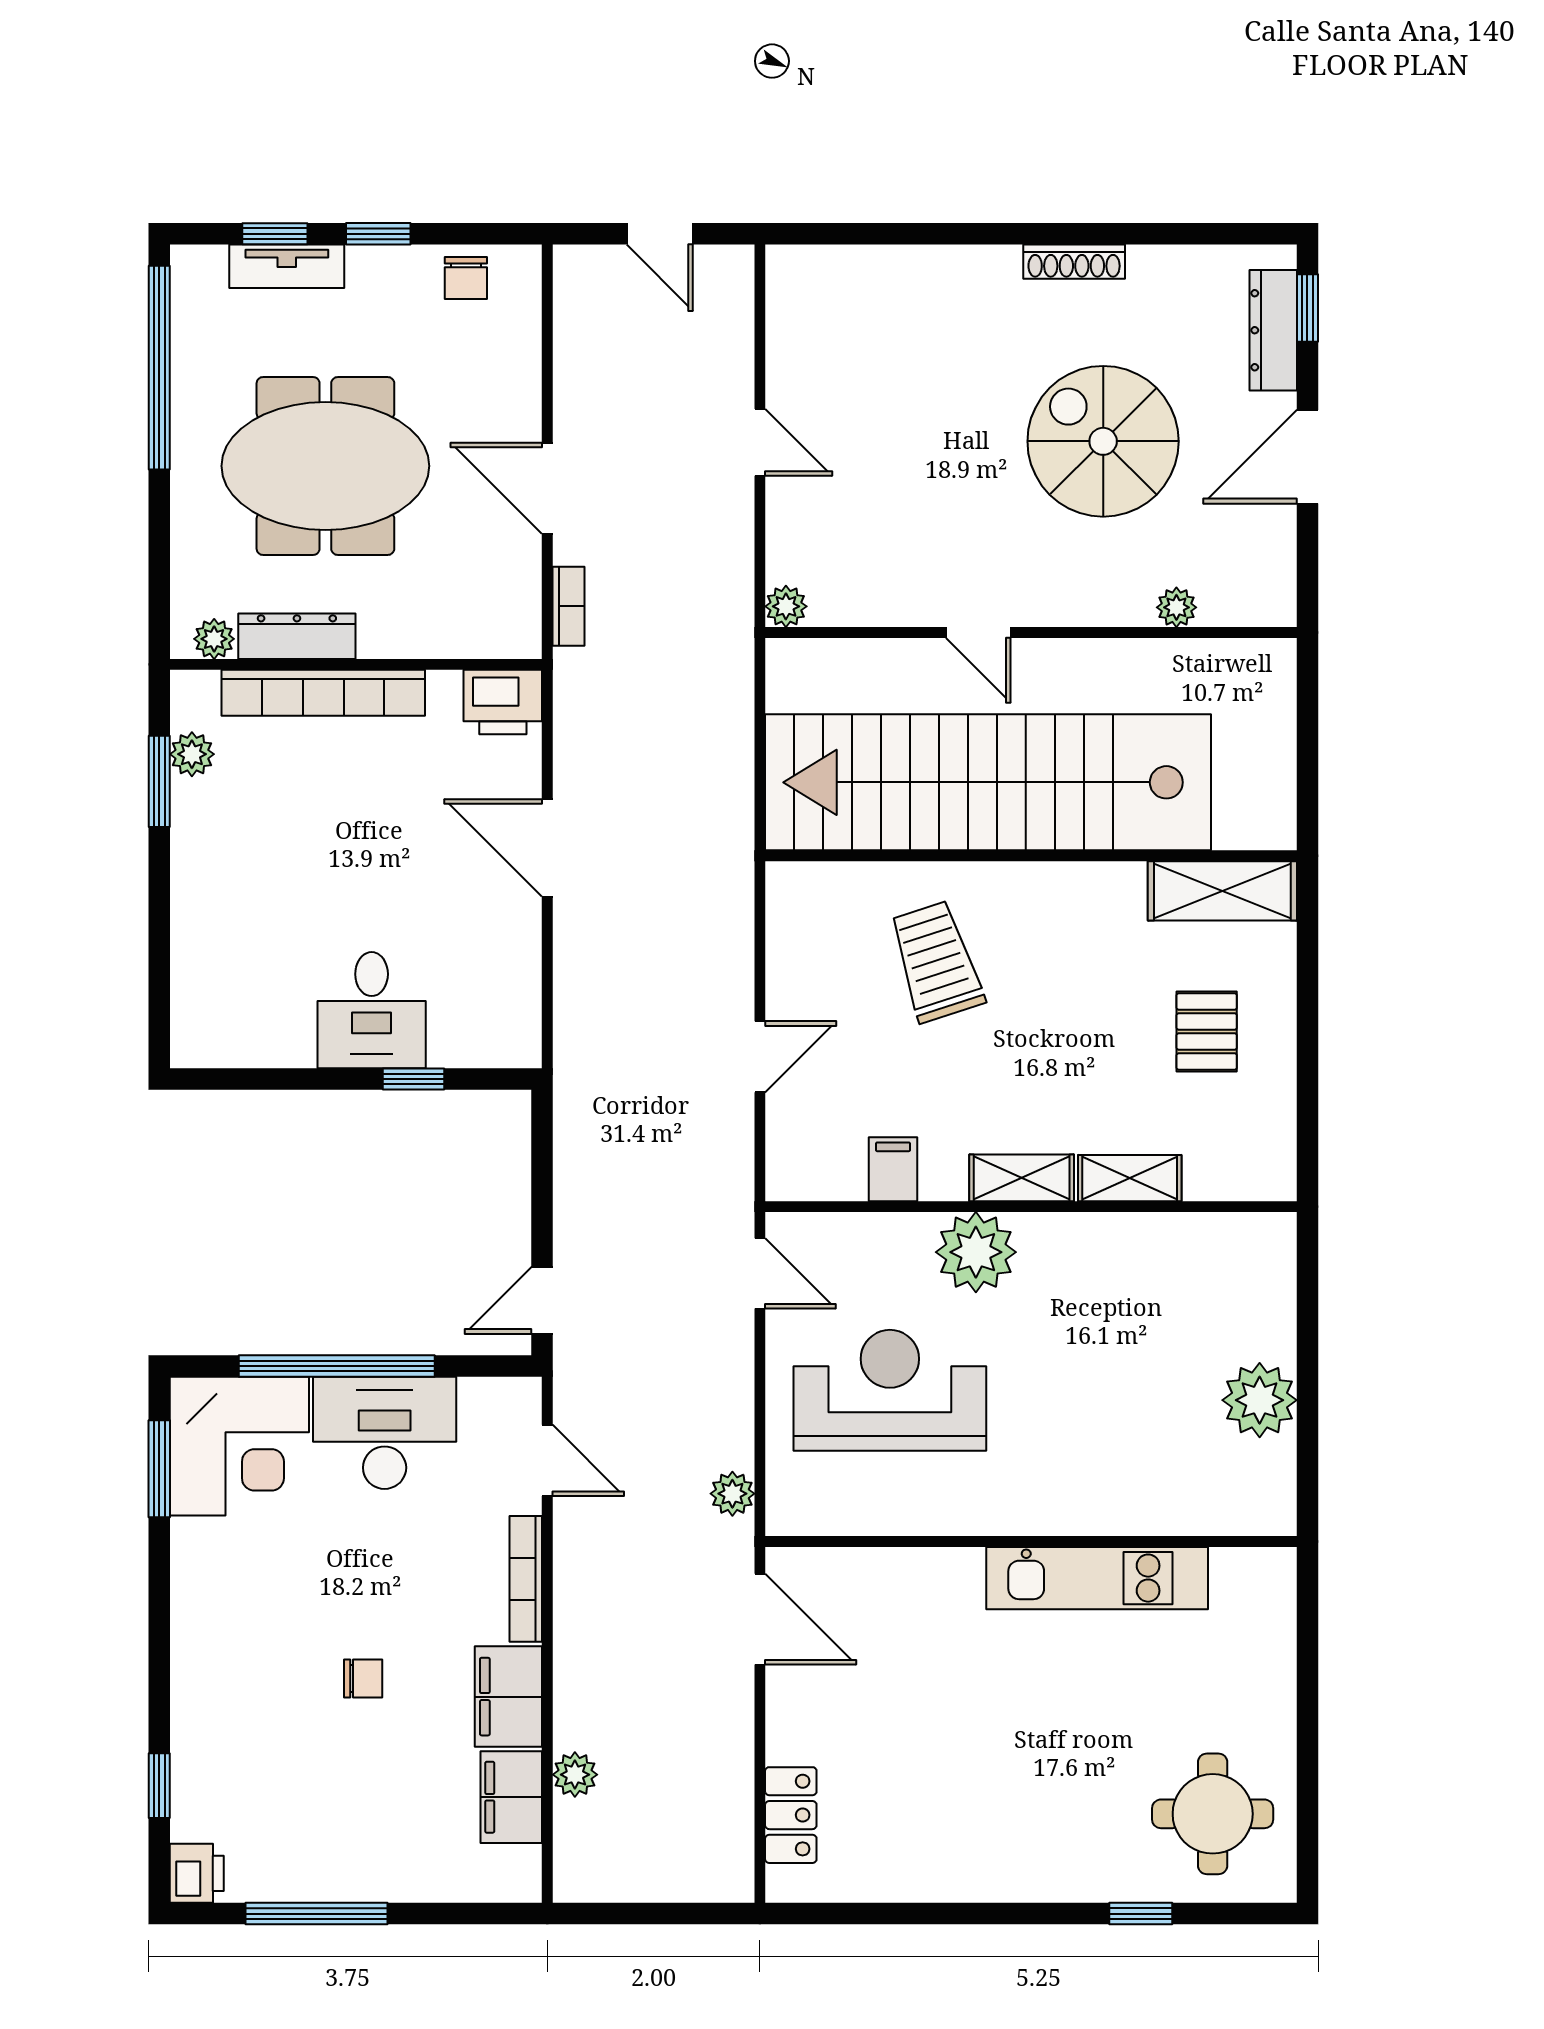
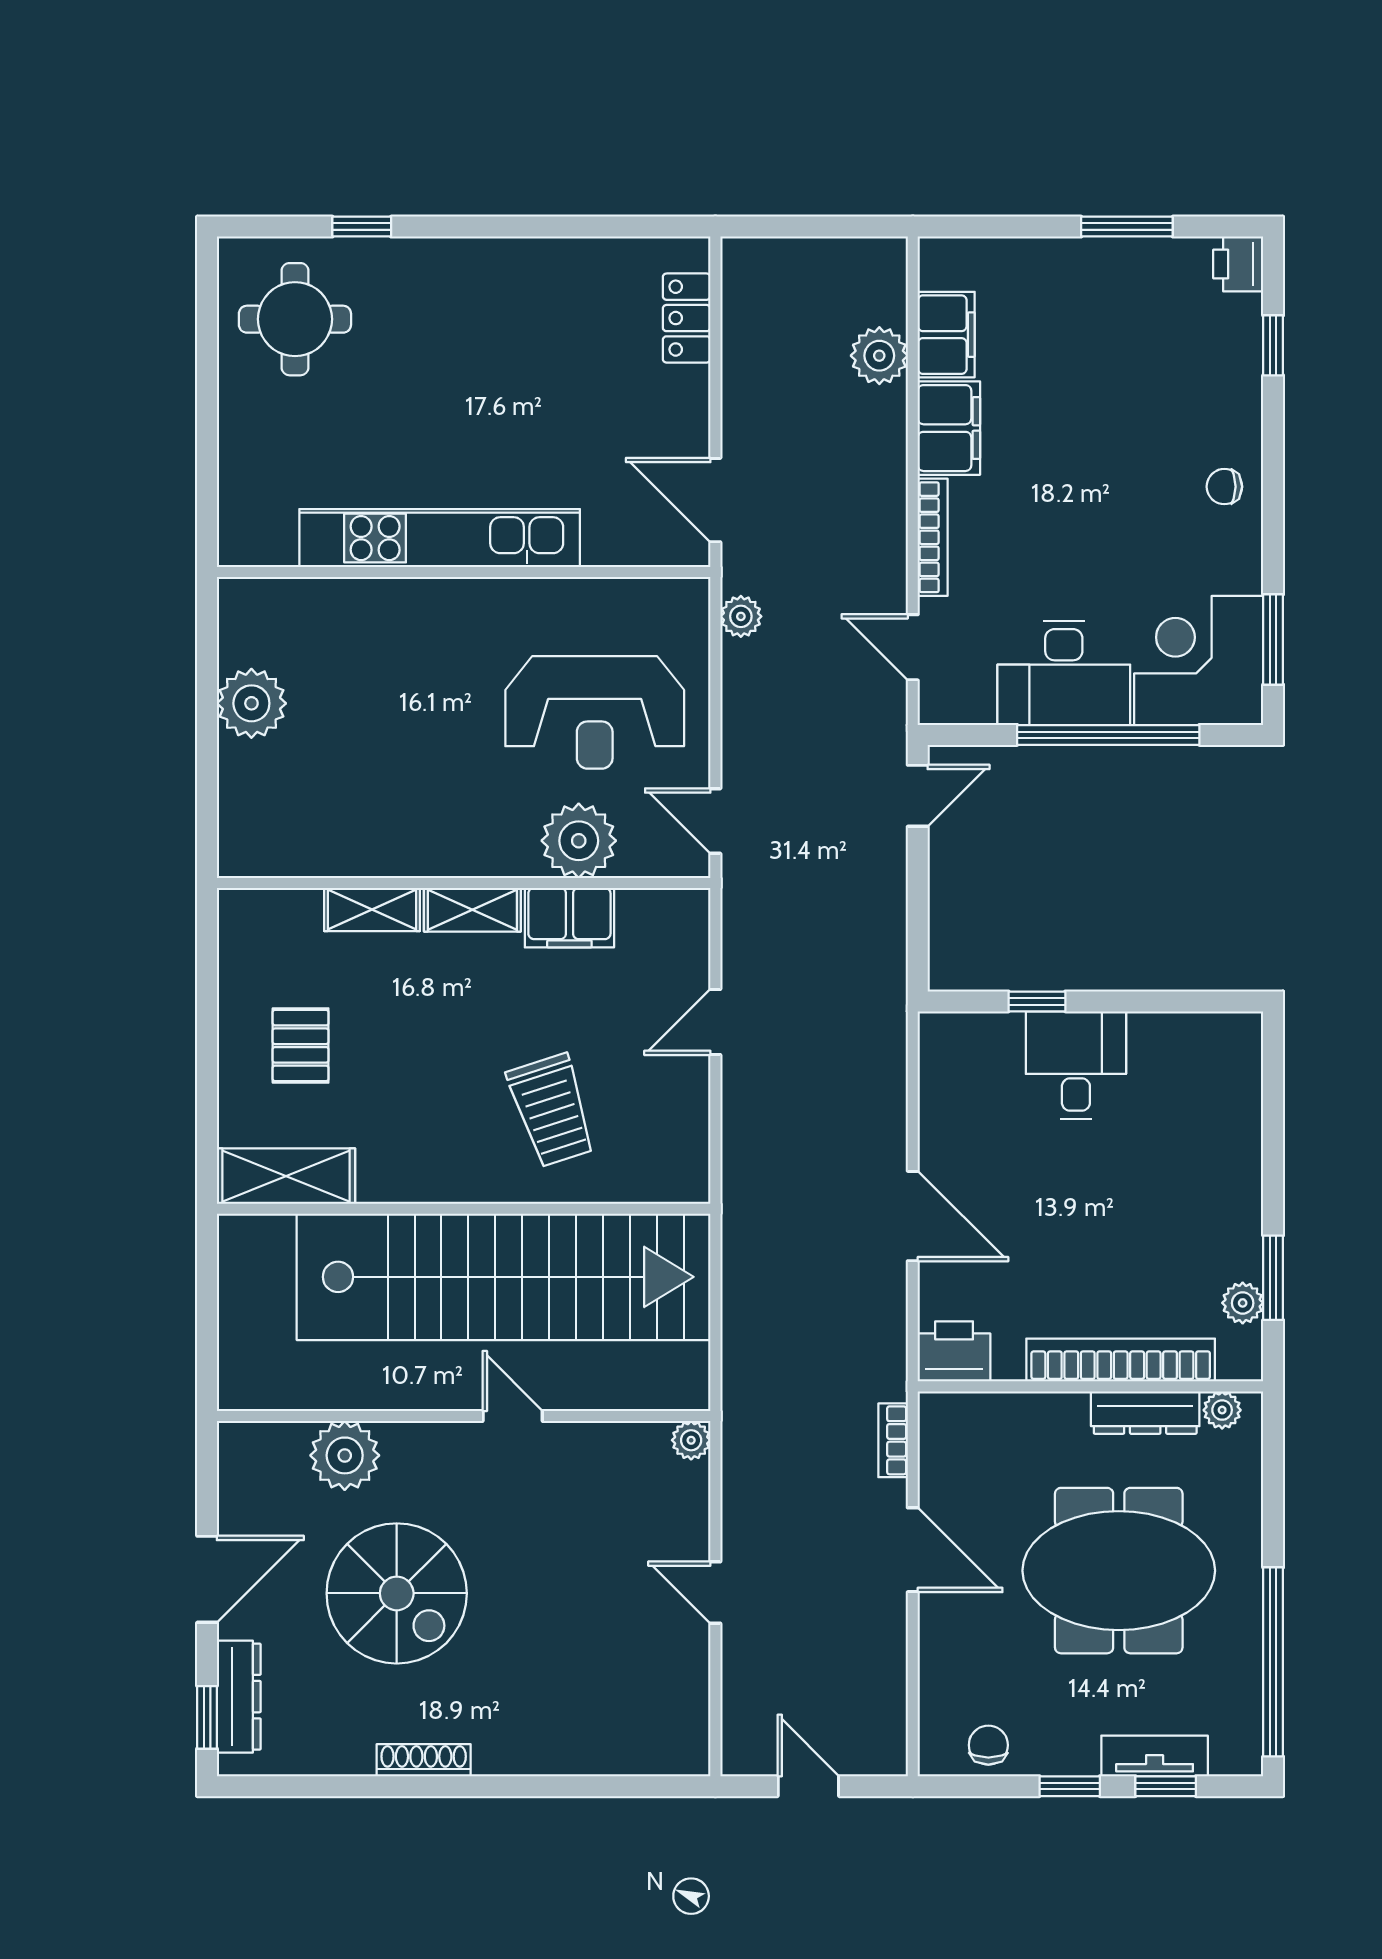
plant: (1176, 607) -> (345, 1455), width x1.88, depth x1.88
filing cabinet: (893, 1169) -> (569, 918), width x2.00
plant: (976, 1252) -> (579, 841), moved
kitchen unit: (1097, 1578) -> (440, 538), width x1.36
chair: (363, 1679) -> (1224, 487), moved
plant: (575, 1775) -> (879, 356), width x1.38, depth x1.38
window: (317, 1914) -> (1127, 227), width x0.69

